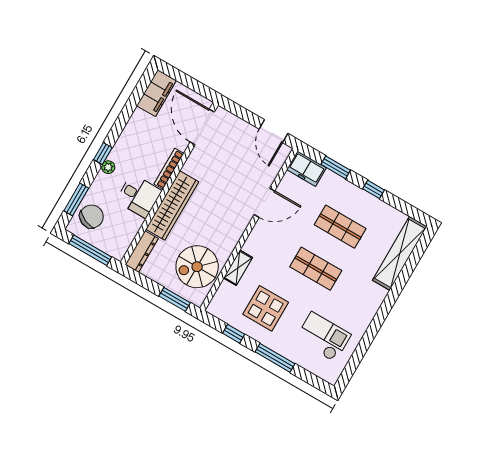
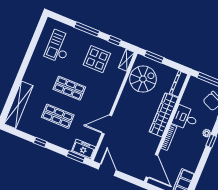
window: (336, 167) -> (76, 157), moved
shelving: (238, 268) -> (127, 60), moved
checkout: (323, 337) -> (59, 46), turned 90

